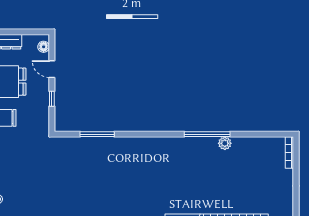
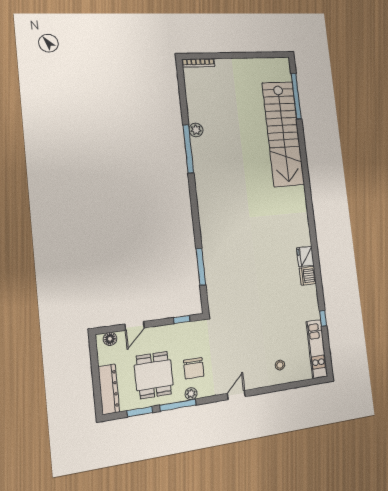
window: (52, 99) -> (182, 320), moved

